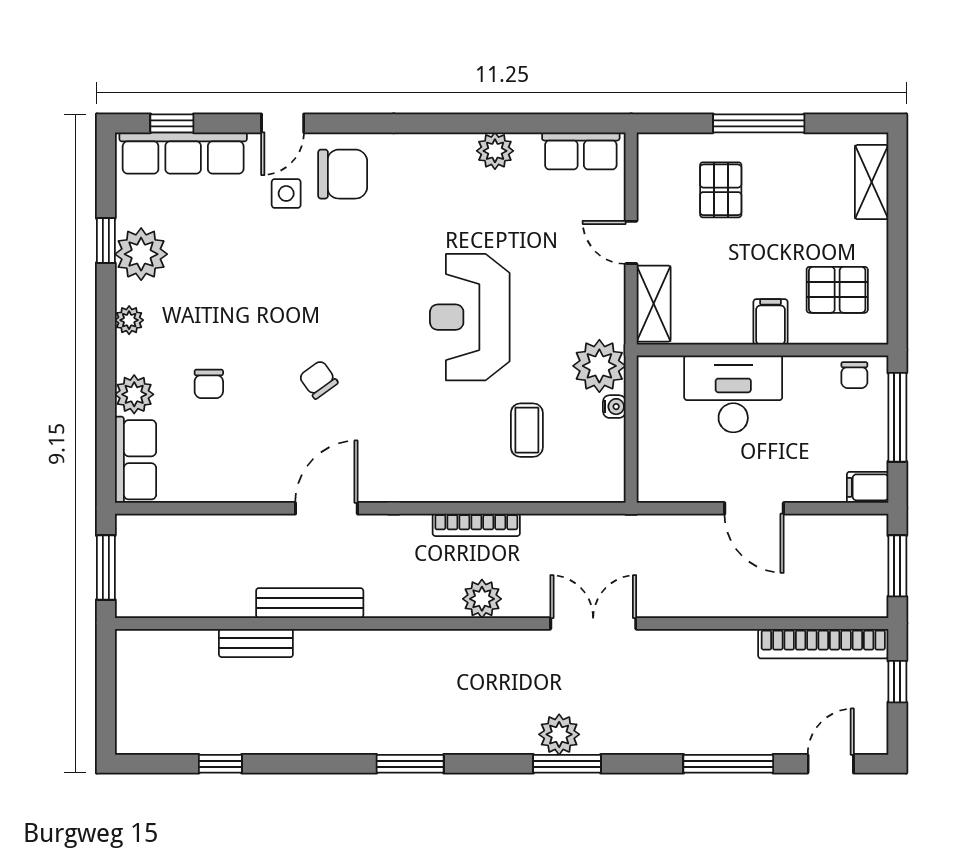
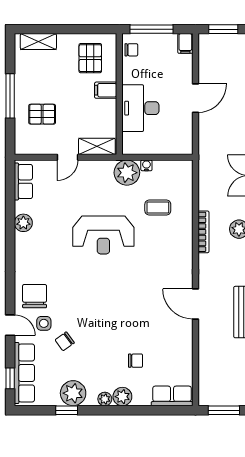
chair: (318, 380) -> (65, 341), moved
plant: (134, 394) -> (122, 397), moved

